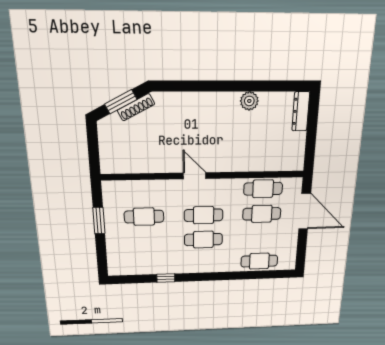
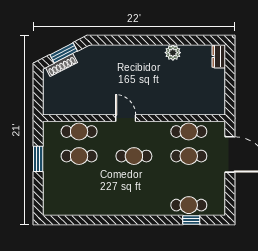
shoe rack: (136, 107) -> (61, 65), moved
dresser: (301, 111) -> (219, 56), width x0.70
cafe table: (203, 240) -> (79, 132), moved
window: (166, 278) -> (191, 220), moved

